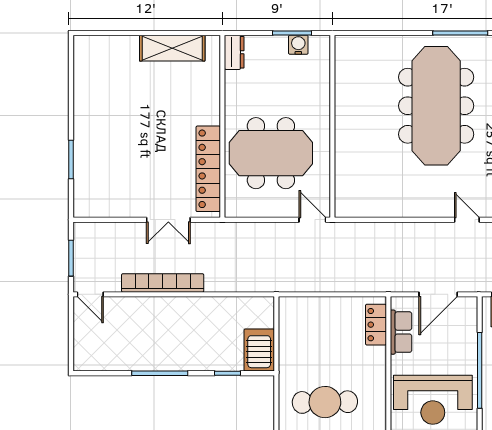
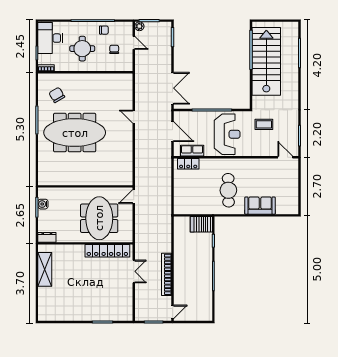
door: (467, 220) -> (134, 117), hinge flipped

